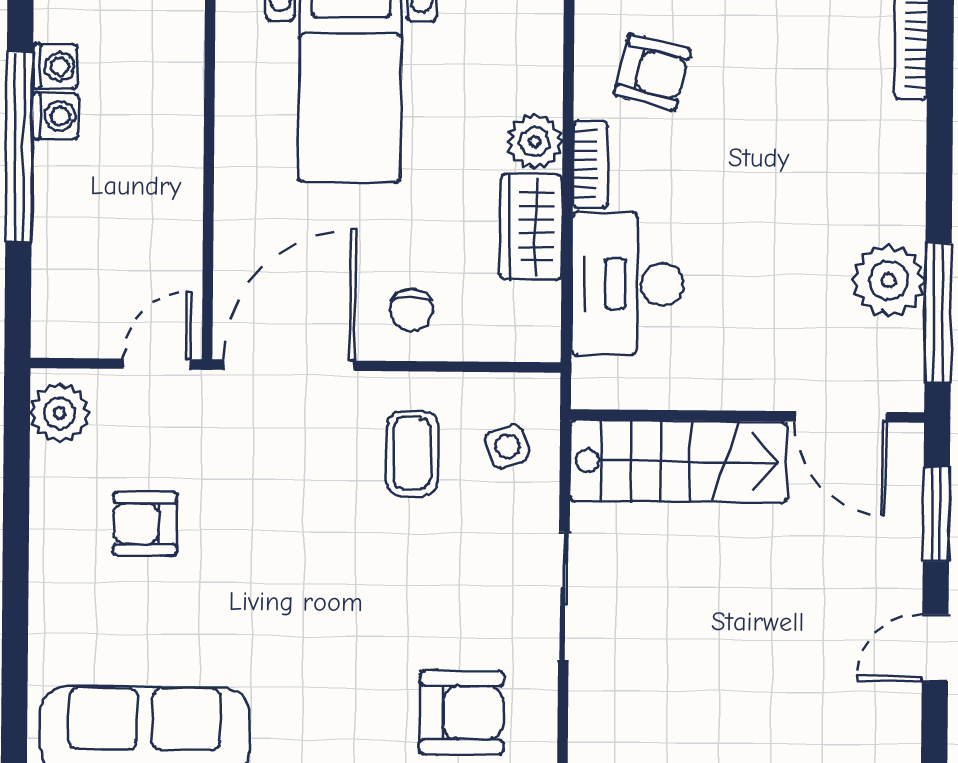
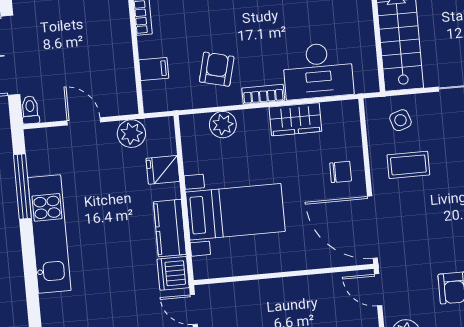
plant: (535, 142) -> (223, 125), moved

